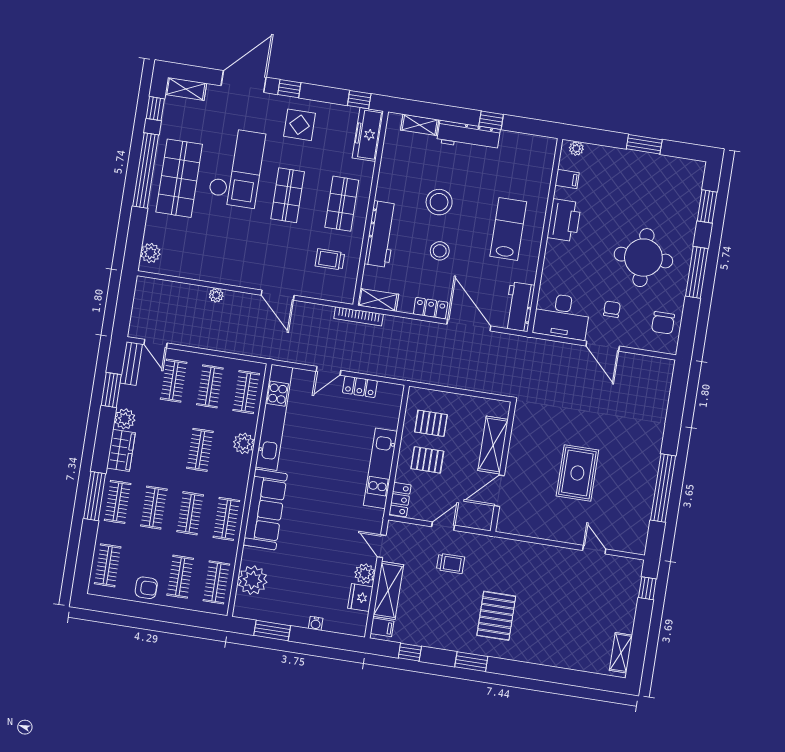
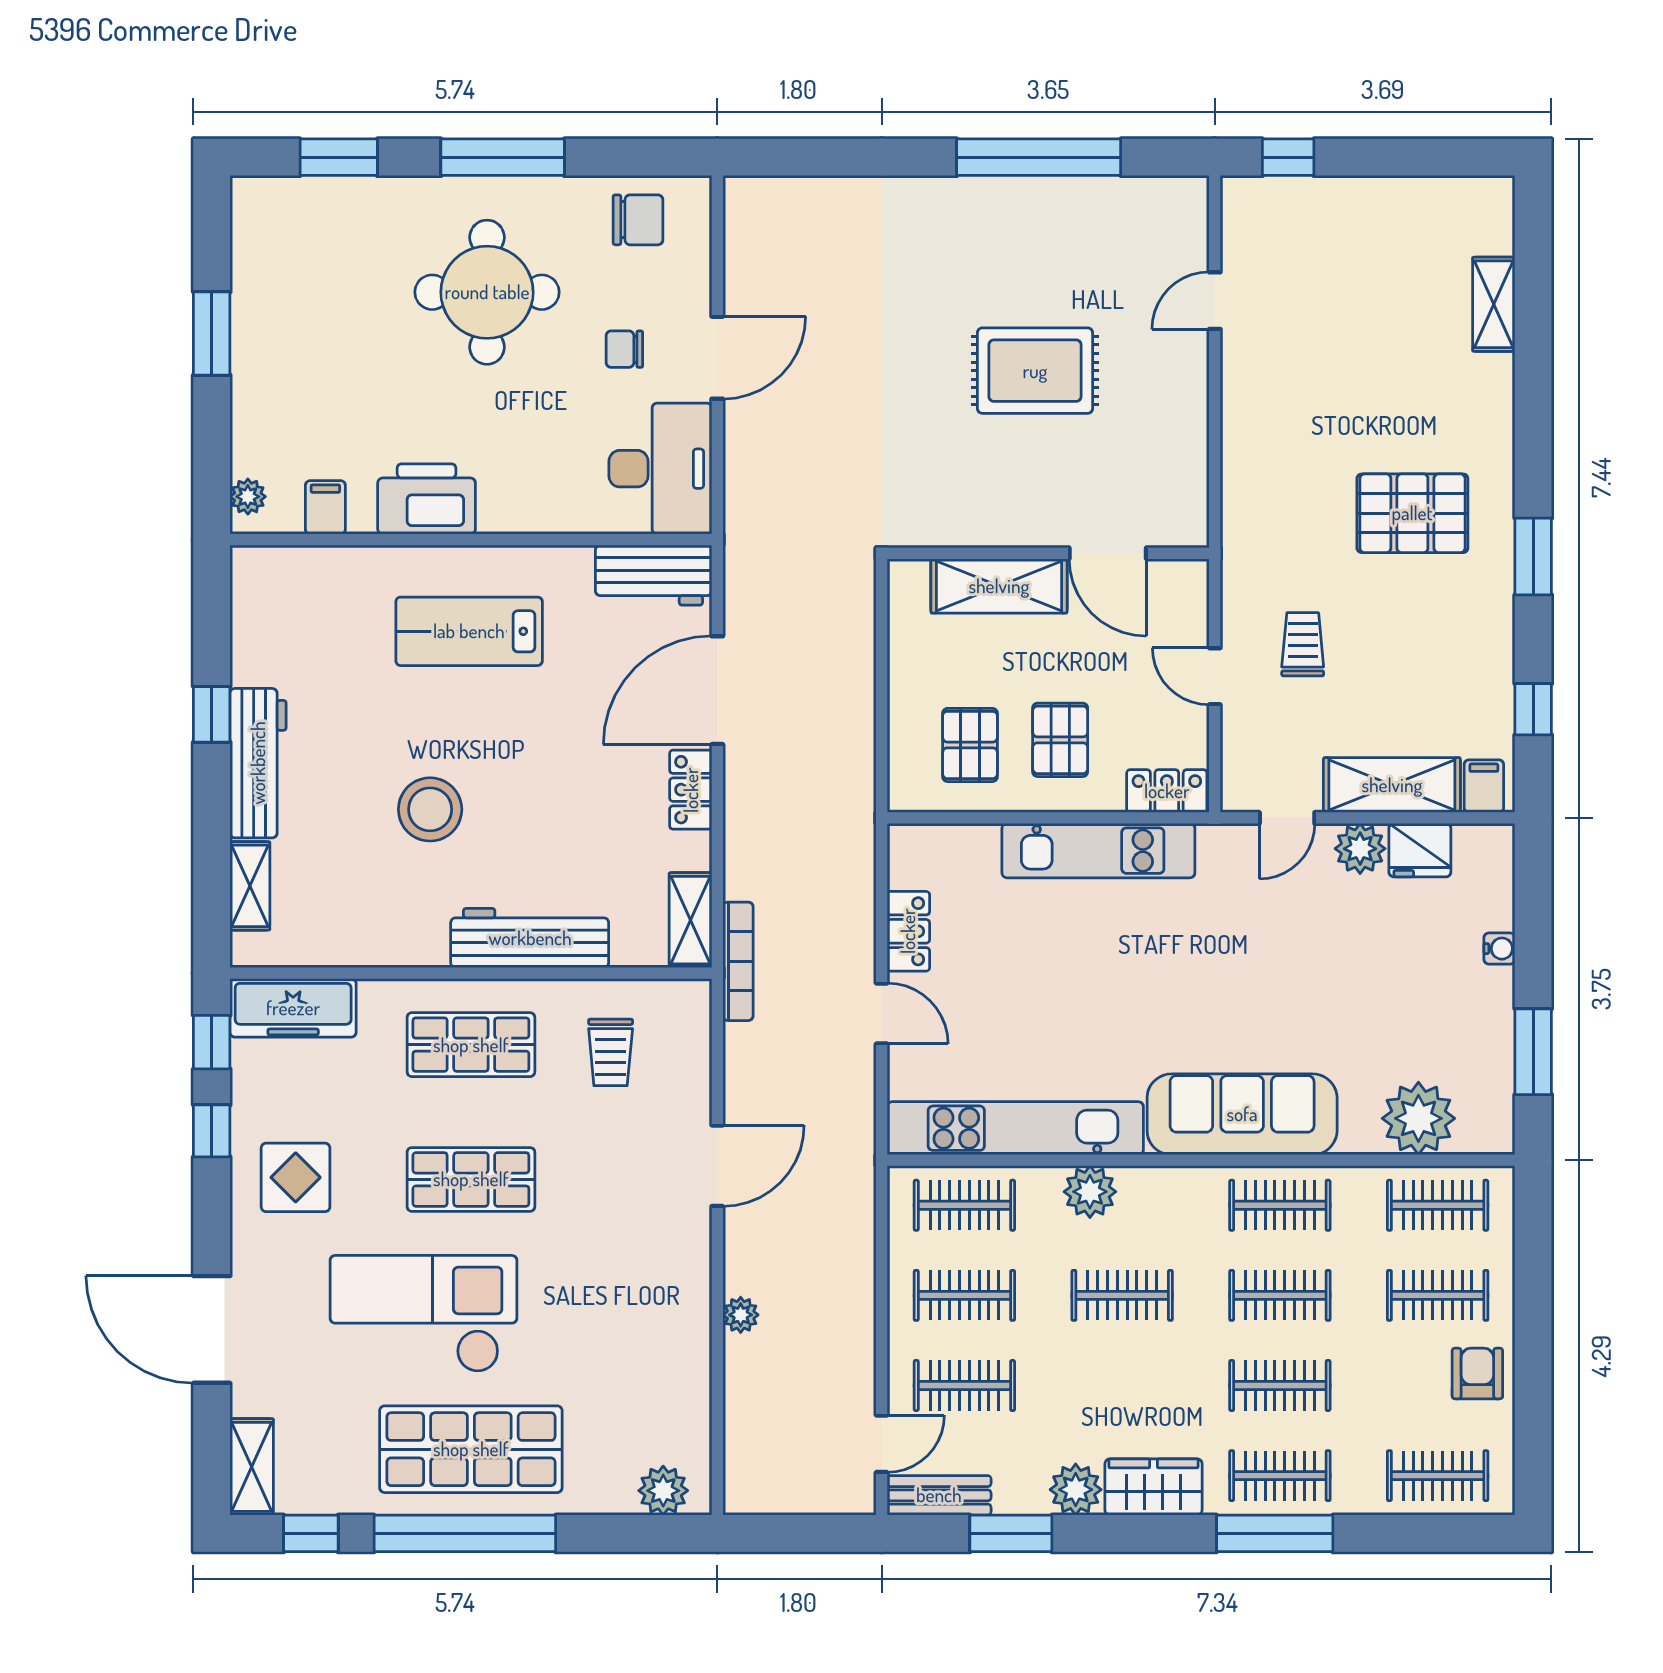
window: (289, 89) -> (212, 1131), moved
stool: (440, 251) -> (548, 789), removed
shelving: (621, 653) -> (1494, 304), moved, turned 90

